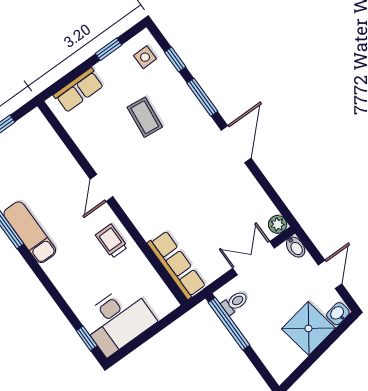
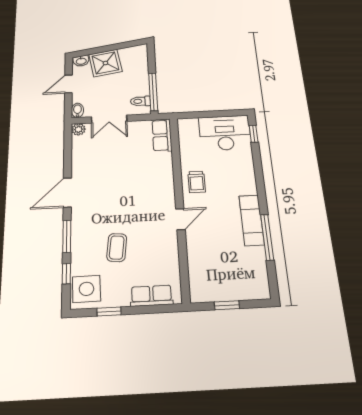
side table: (145, 57) -> (86, 289), width x1.87, depth x1.87
row of seats: (177, 265) -> (162, 135), width x0.68

